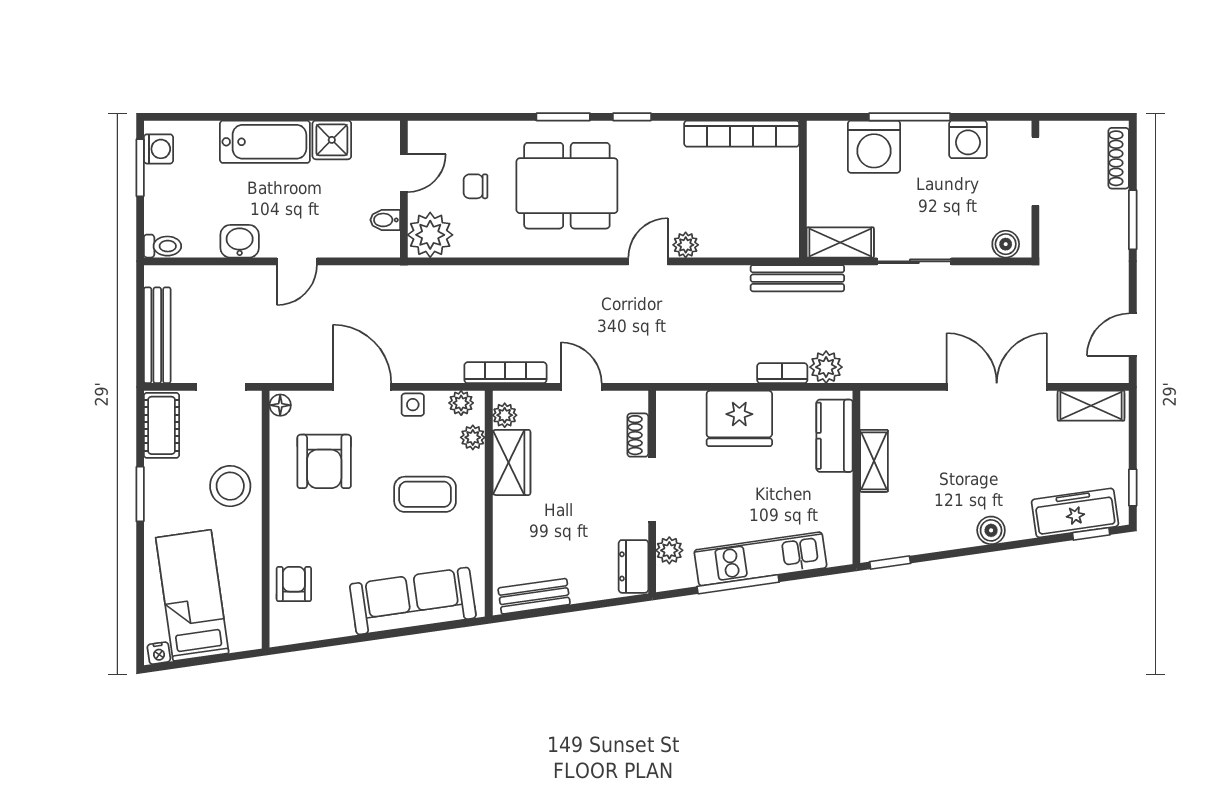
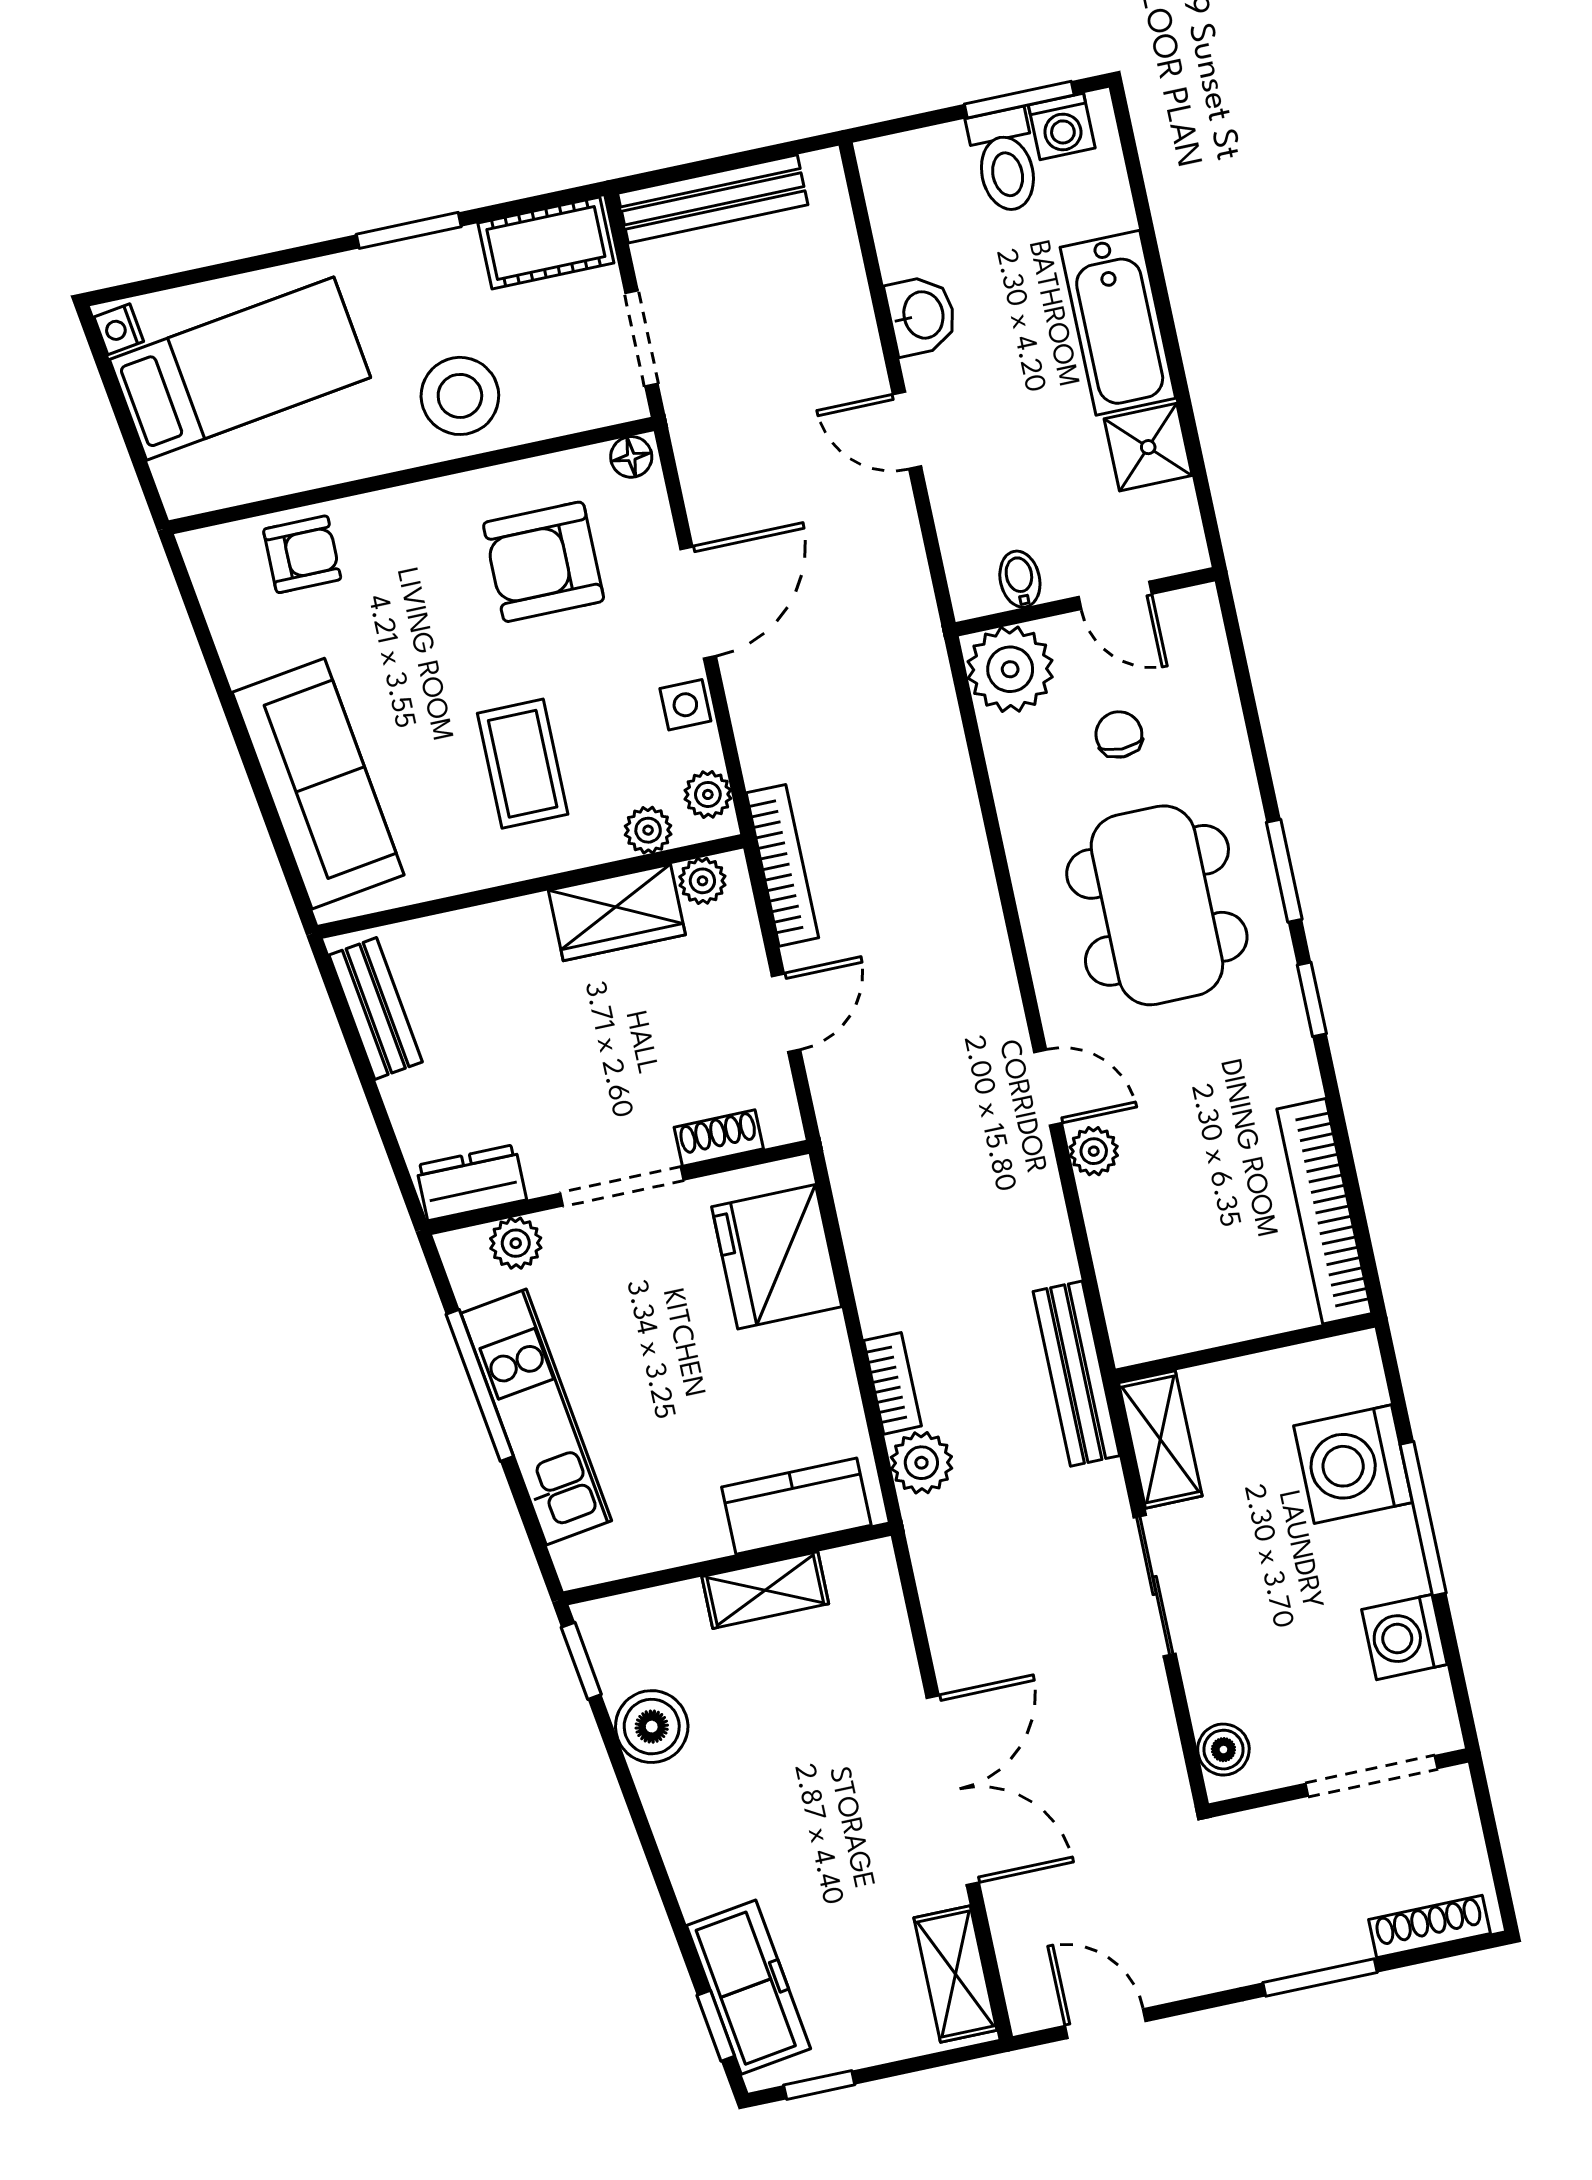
toilet: (163, 246) -> (1005, 161), moved, width x1.37, depth x1.39
fridge: (739, 418) -> (777, 1257), moved
boiler: (991, 530) -> (652, 1727), moved, width x1.36, depth x1.36

